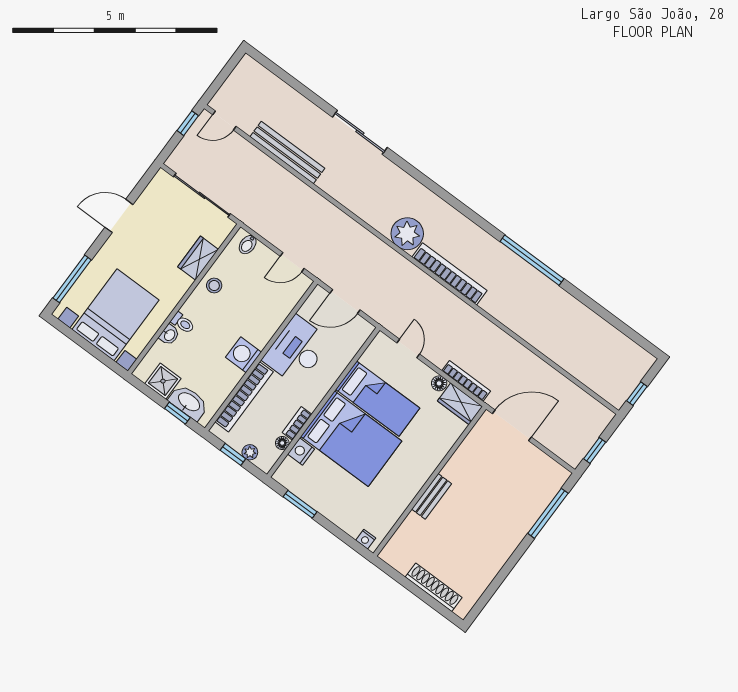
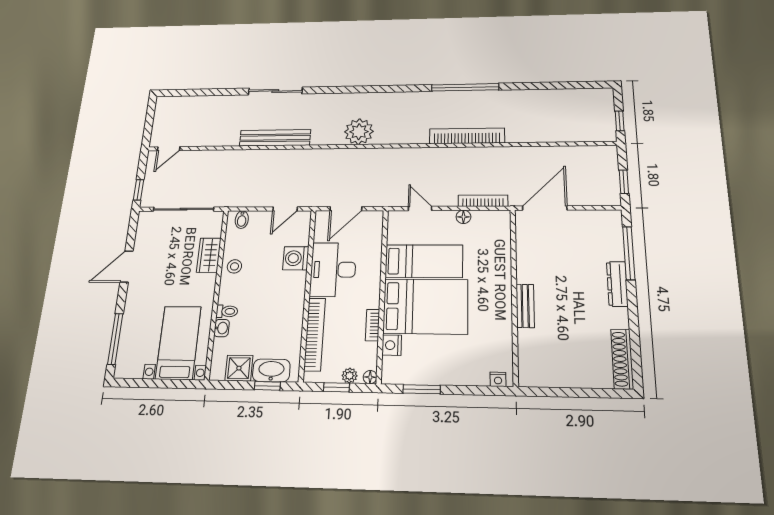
window: (188, 123) -> (138, 190), moved
bench: (287, 153) -> (275, 138), moved
bookcase: (449, 274) -> (467, 136), moved
bed with nightstands: (115, 315) -> (178, 343), width x0.73
washing machine: (243, 355) -> (296, 258), moved
wardrobe: (460, 404) -> (492, 220), removed
floor lamp: (282, 443) -> (370, 377), moved
dresser: (518, 531) -> (617, 284), added
shoe rack: (434, 587) -> (622, 359), moved, turned -90

